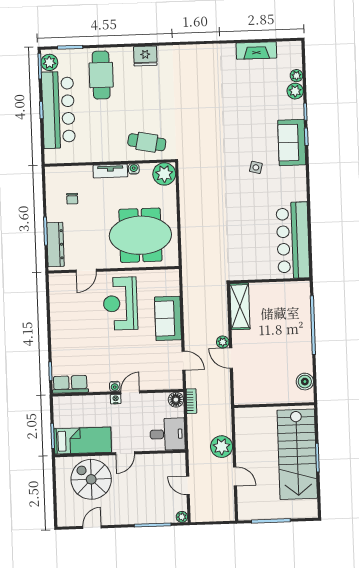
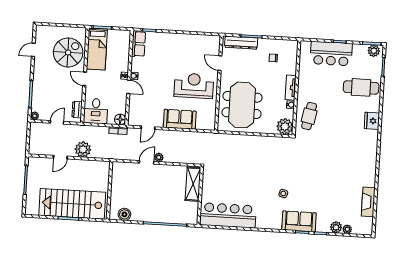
bar counter: (58, 110) -> (331, 54), width x0.73
shelving: (240, 306) -> (193, 184), moved, turned 90
dresser: (168, 460) -> (77, 110), added
door: (92, 527) -> (33, 50), swing flipped

